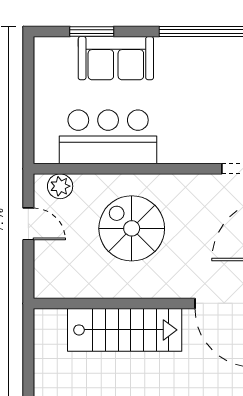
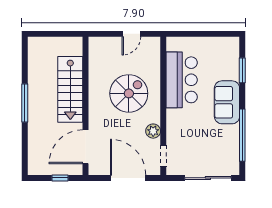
sofa: (116, 58) -> (227, 102), moved
plant: (60, 186) -> (153, 131), moved

